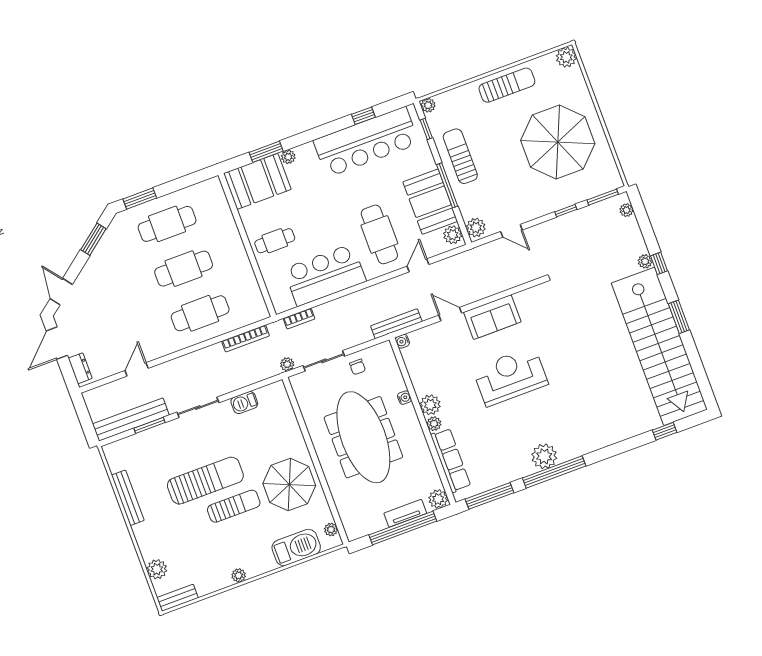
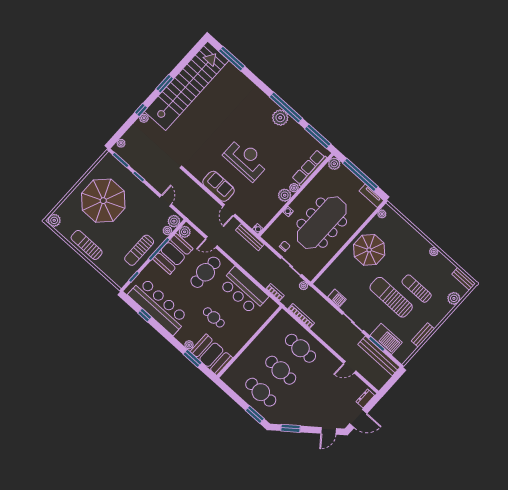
plant: (428, 105) -> (167, 231), moved
cafe table: (275, 241) -> (214, 317), moved
reception desk: (510, 376) -> (246, 159), turned 180
window: (665, 431) -> (232, 59), width x2.17
bench: (128, 498) -> (423, 335), width x0.73
sun lounger: (234, 506) -> (417, 289), moved
tv unit: (405, 513) -> (371, 196), moved
barbecue: (296, 548) -> (386, 339), moved, turned 180

